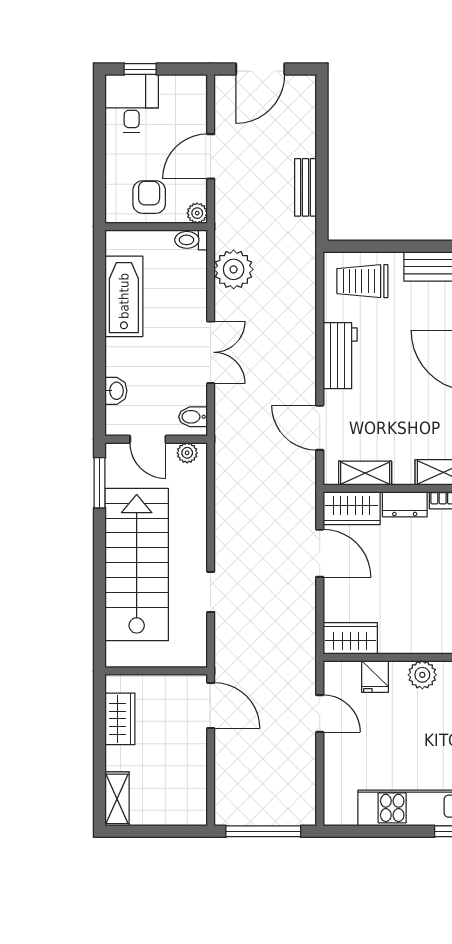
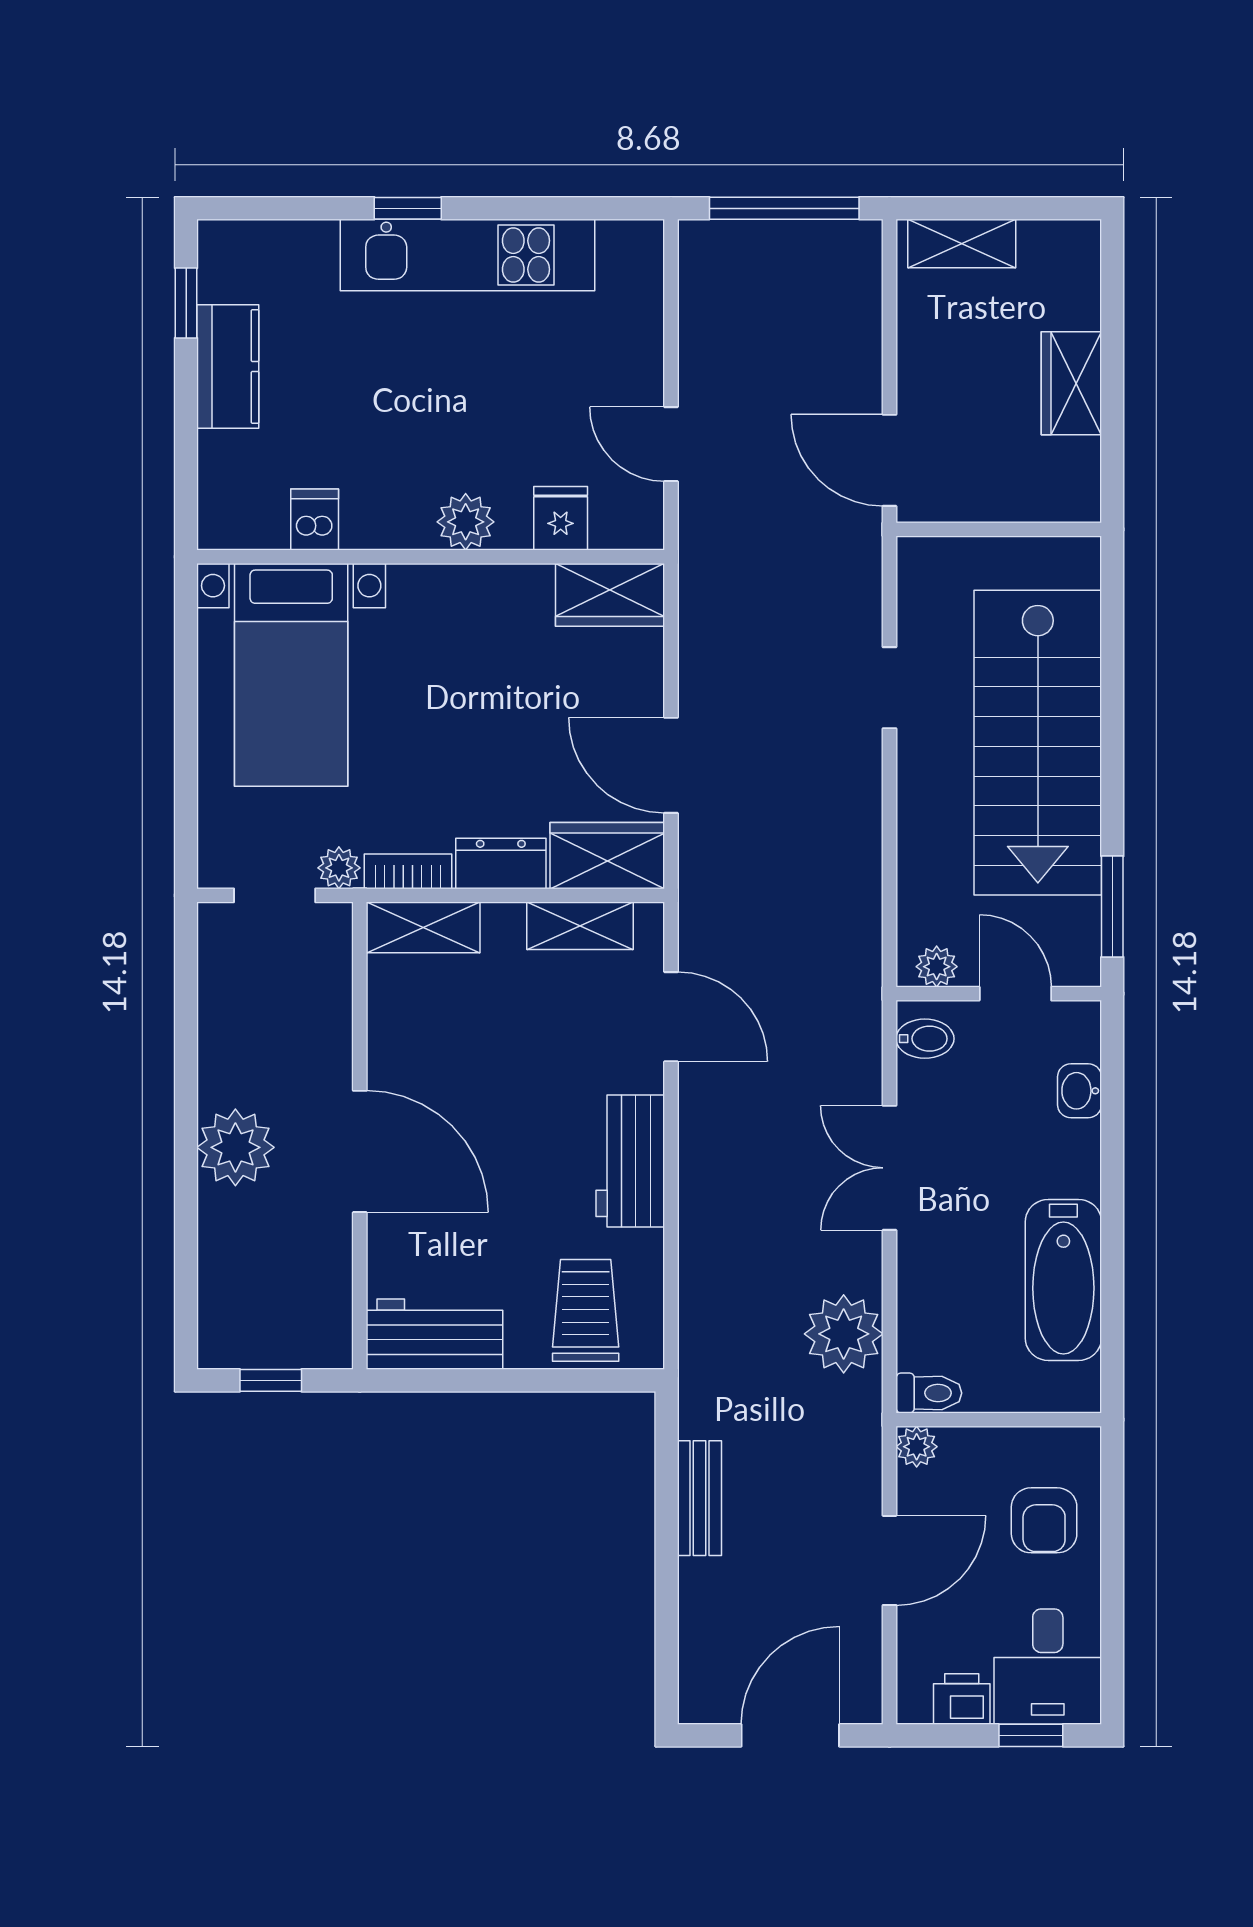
printer: (175, 87) -> (962, 1699), added
armchair: (149, 197) -> (1044, 1520), moved
trolley: (362, 281) -> (586, 1310), turned -90
wardrobe: (120, 719) -> (1071, 383), moved
shelving: (117, 799) -> (962, 243), moved, turned 90

